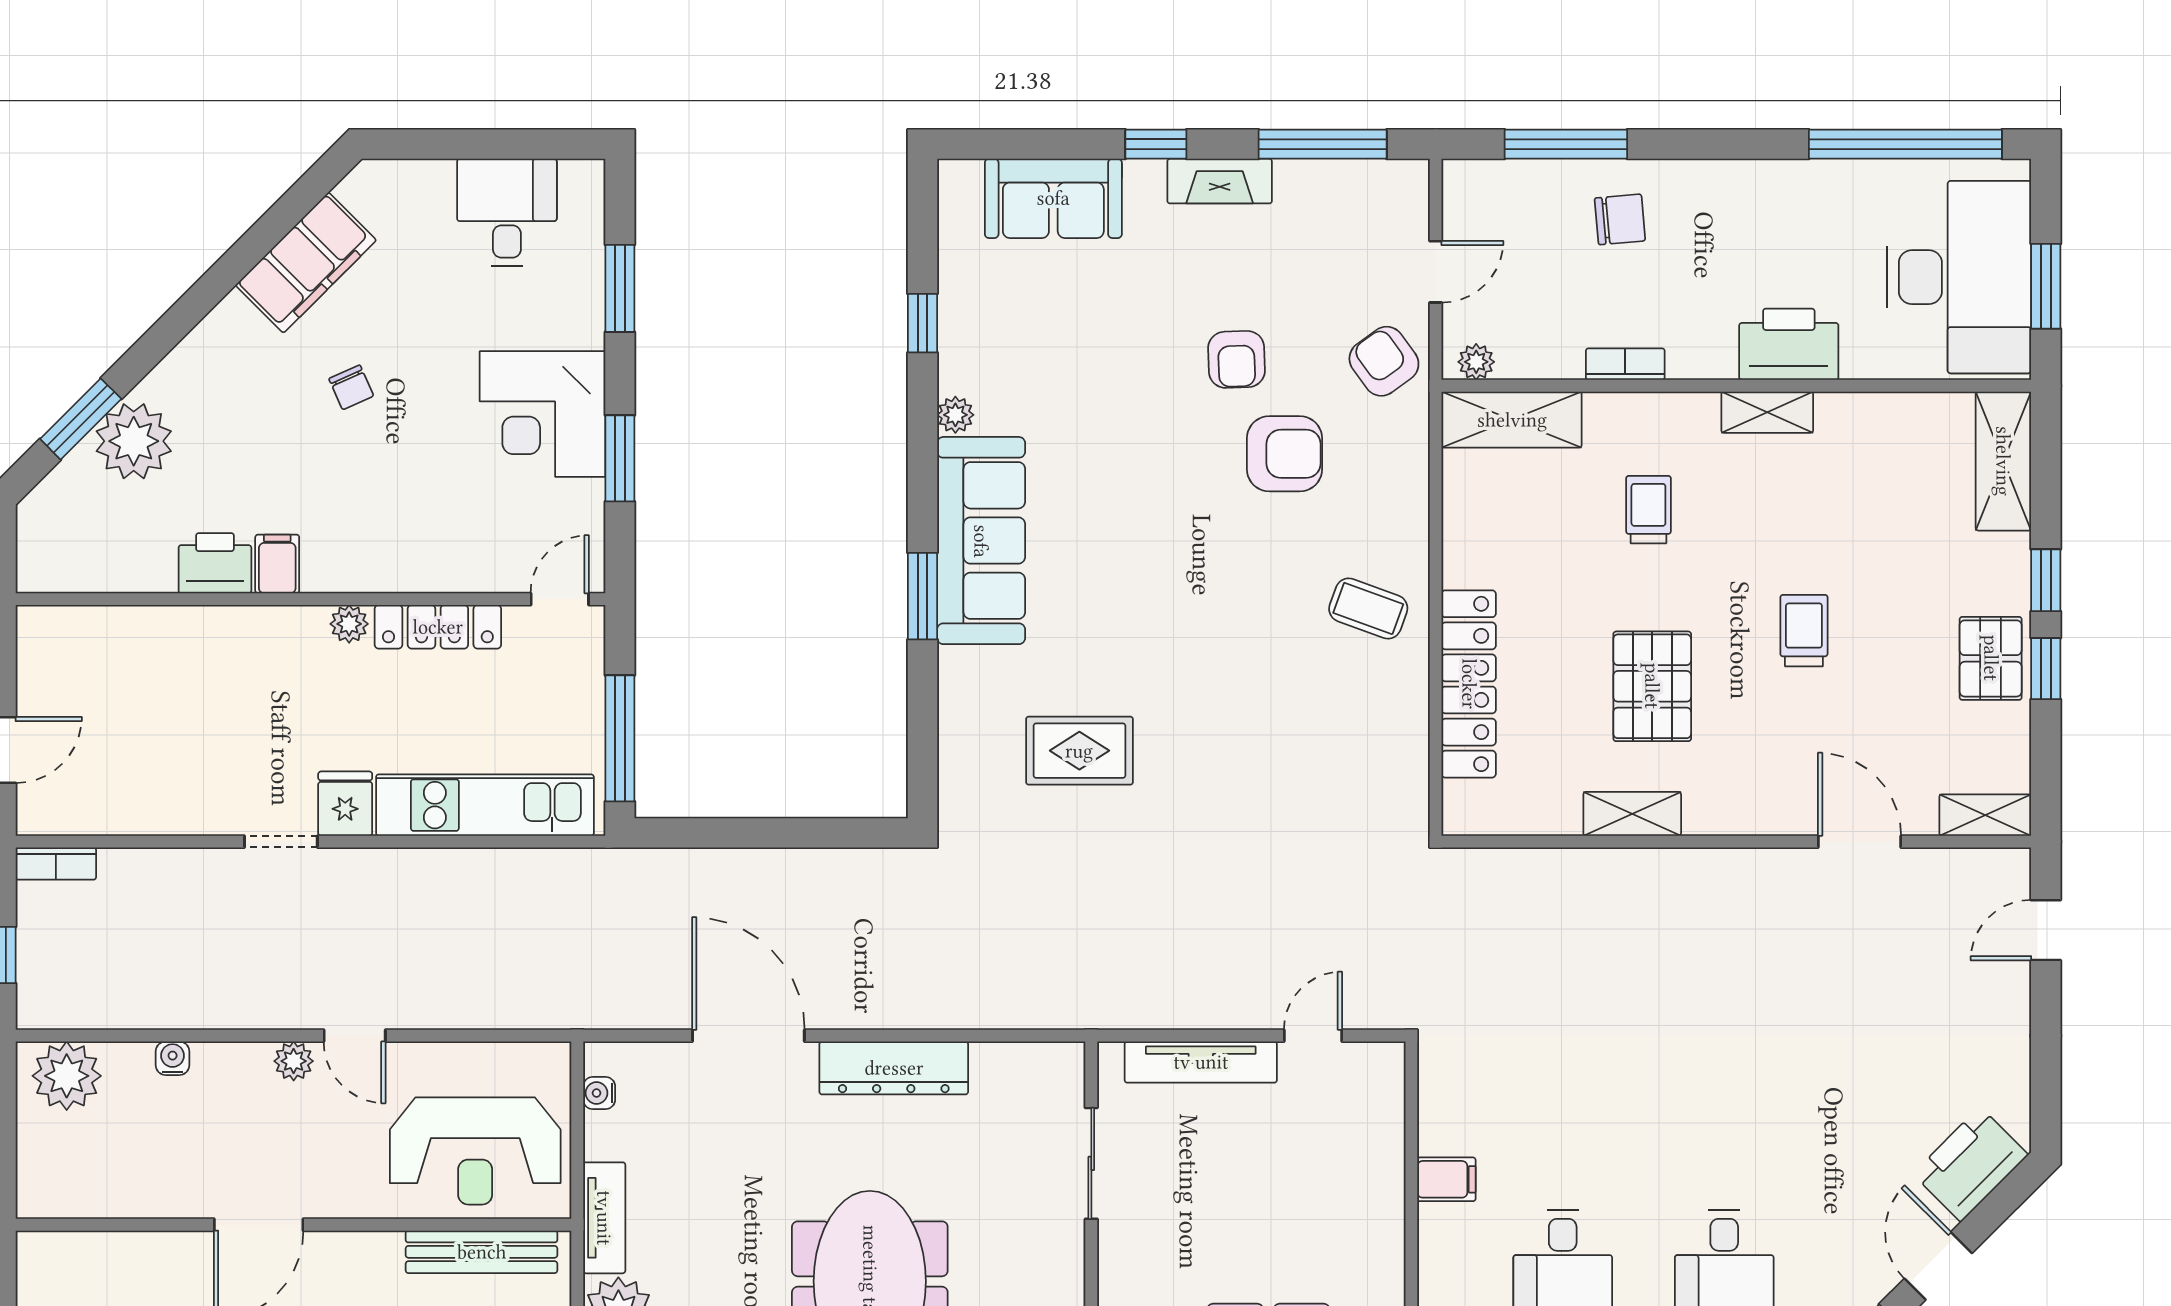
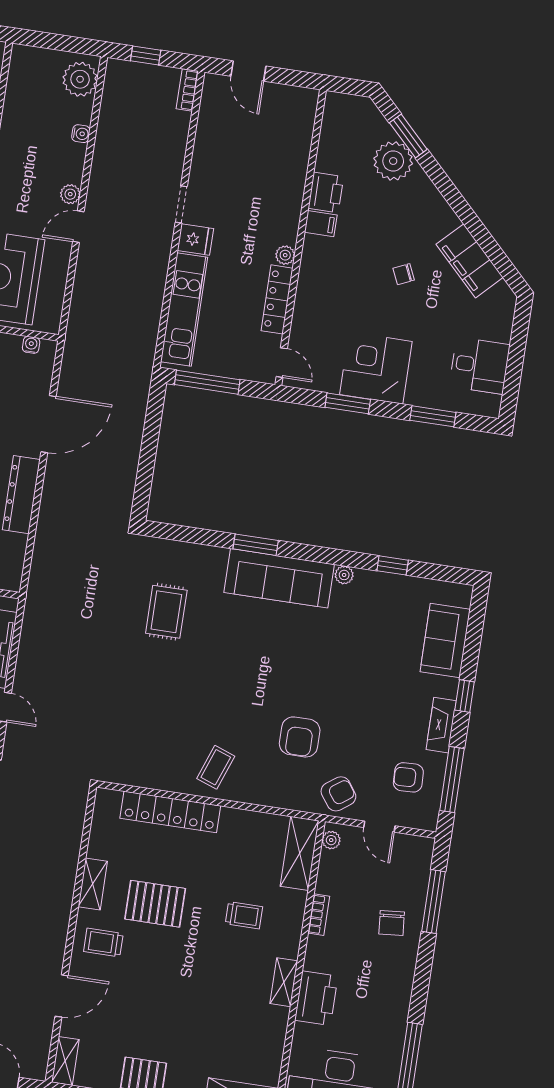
armchair: (1236, 359) -> (408, 777), moved
trolley: (1804, 631) -> (103, 943), moved, turned 180

